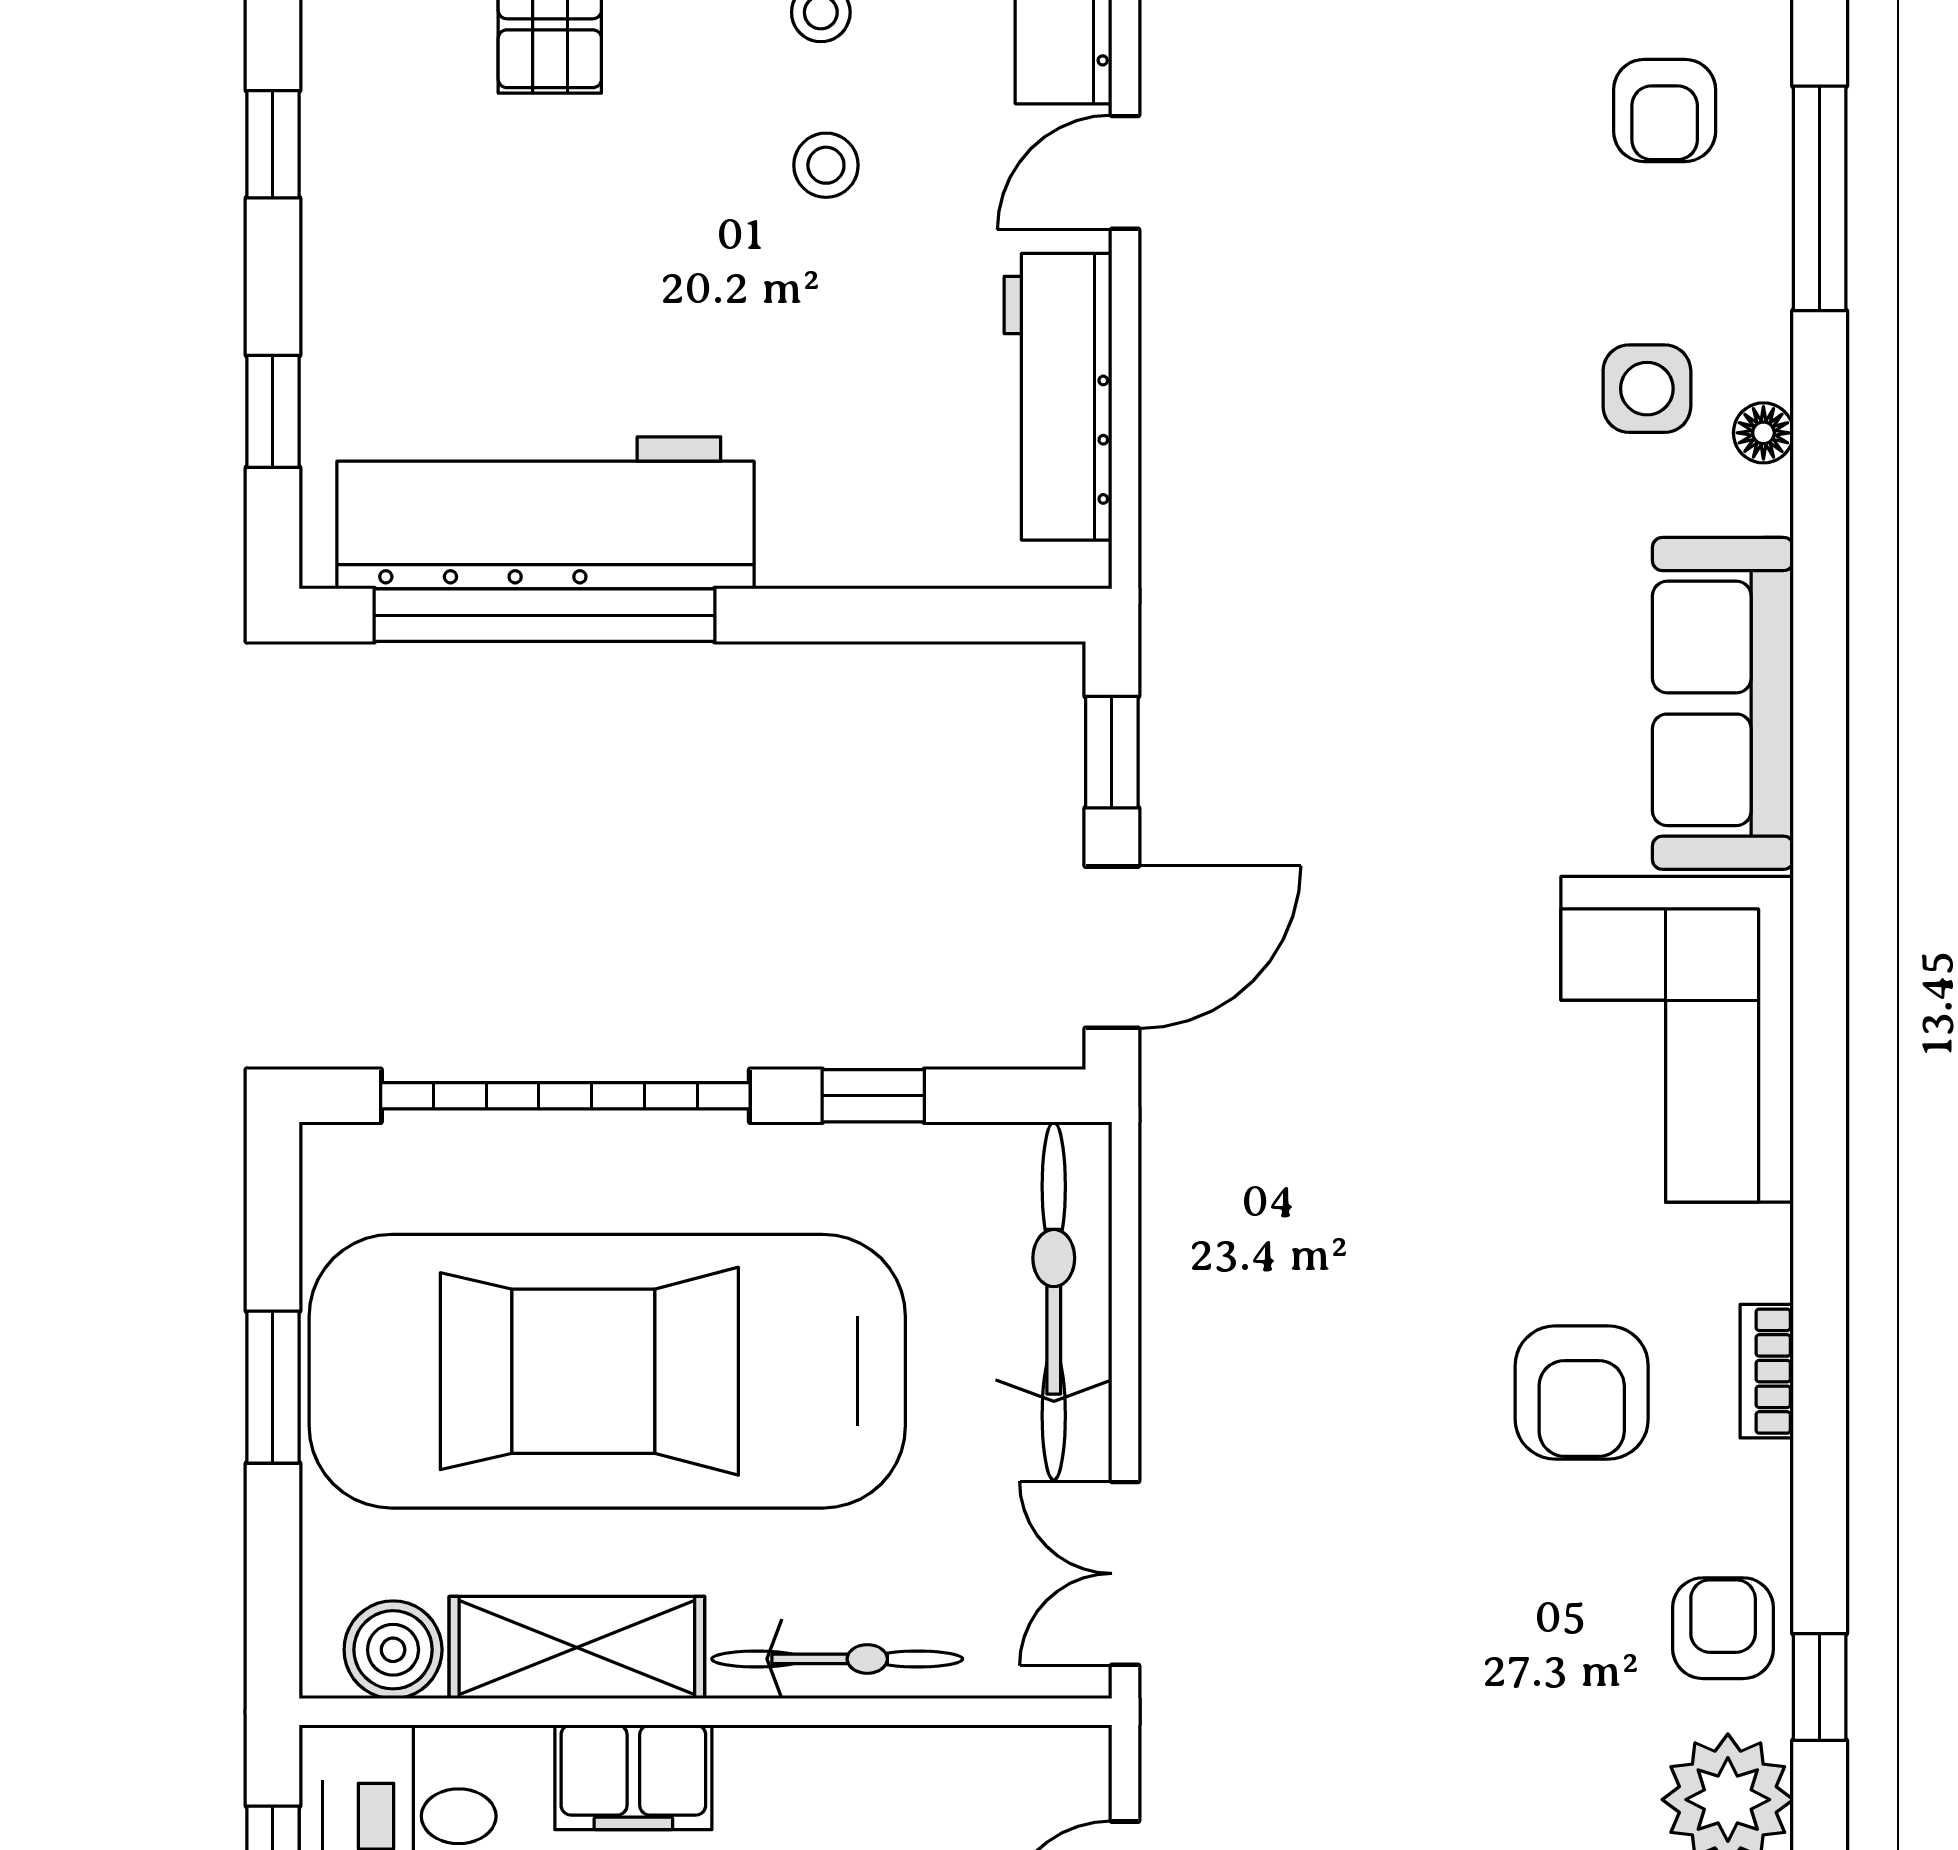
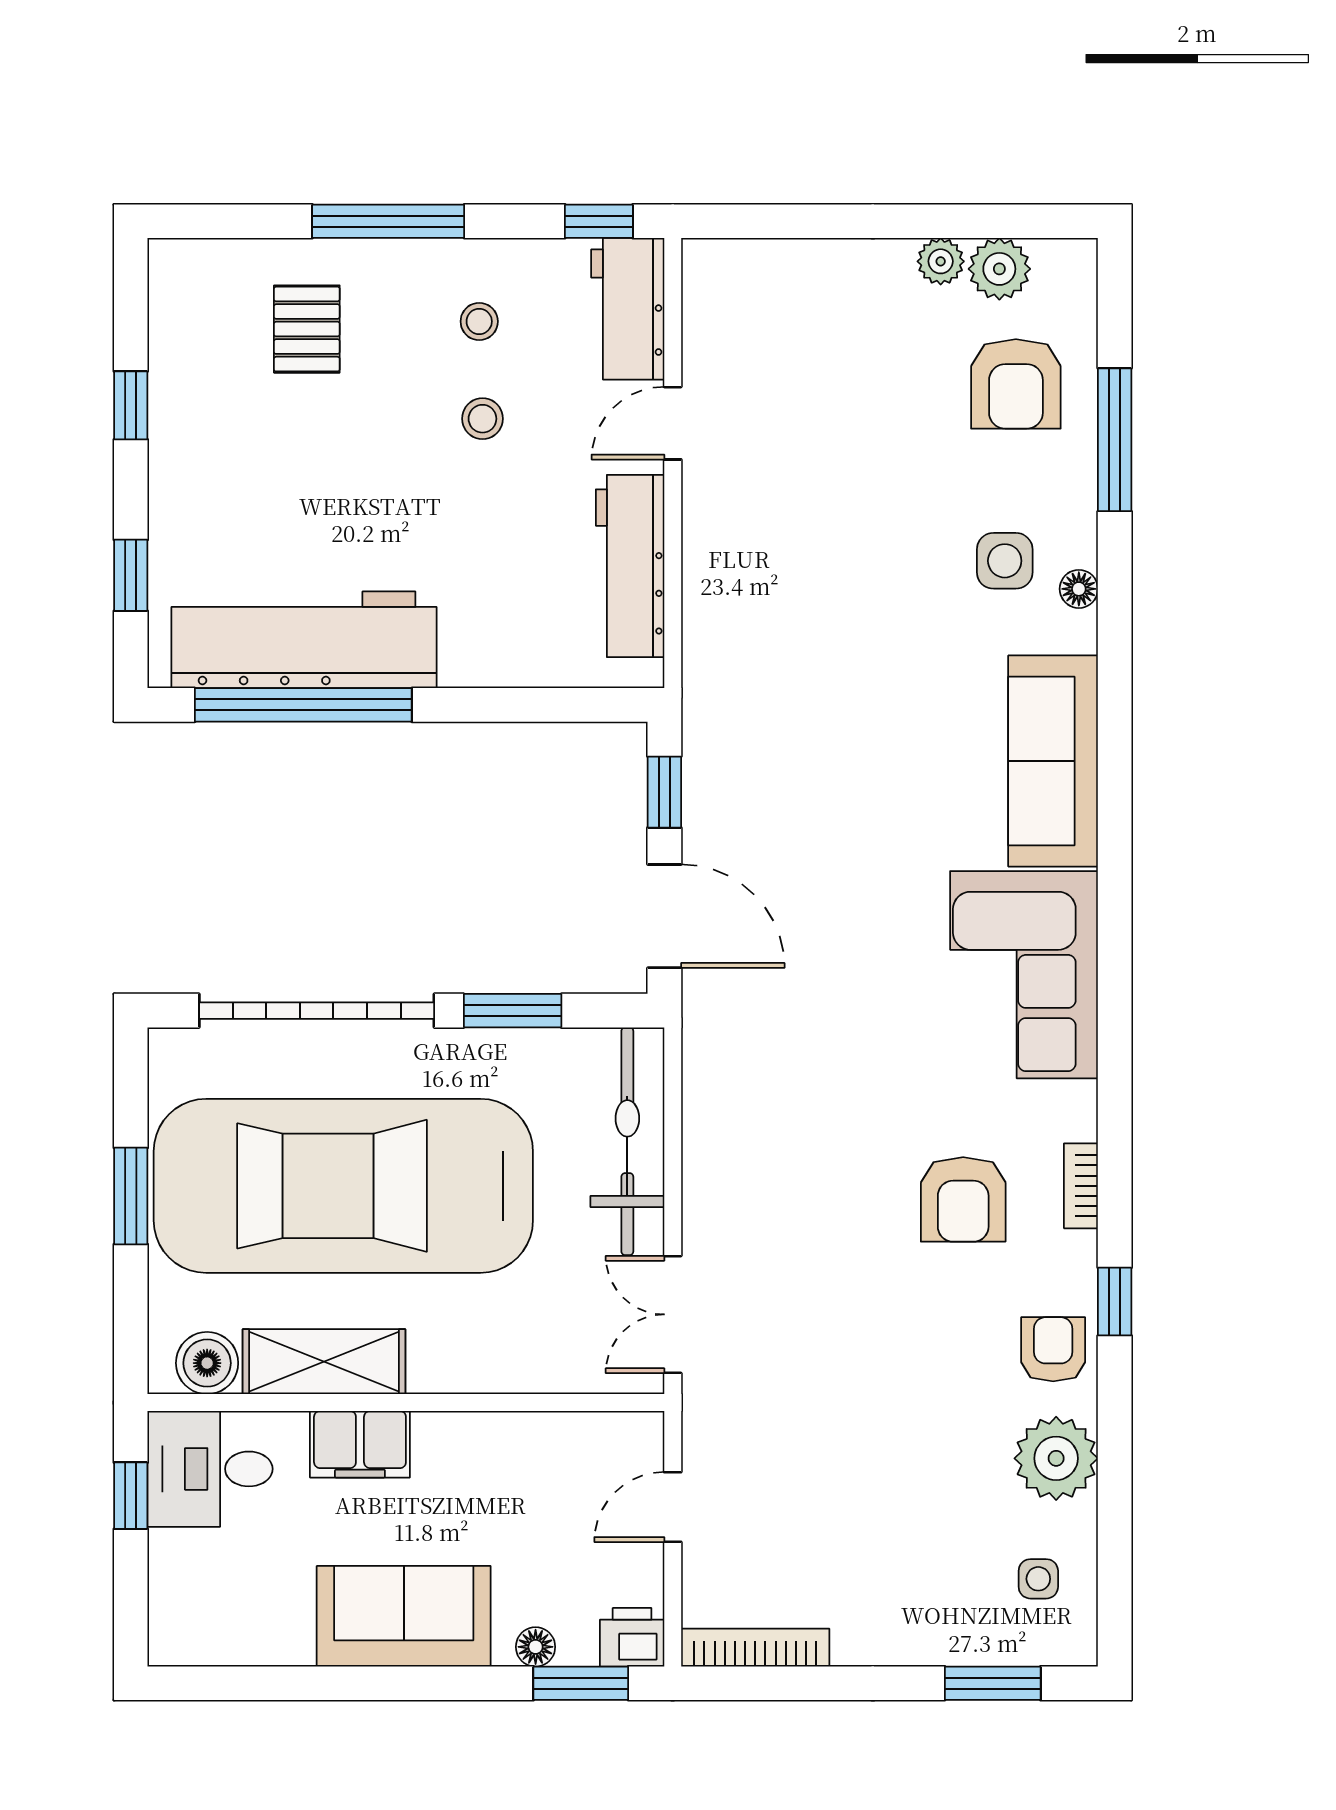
armchair: (1665, 110) -> (1016, 384), width x1.38, depth x1.38
door: (1112, 947) -> (664, 916), hinge flipped
window: (873, 1096) -> (513, 1011), width x1.50
bicycle: (837, 1659) -> (490, 1369), removed
window: (1820, 1687) -> (1115, 1302), moved

